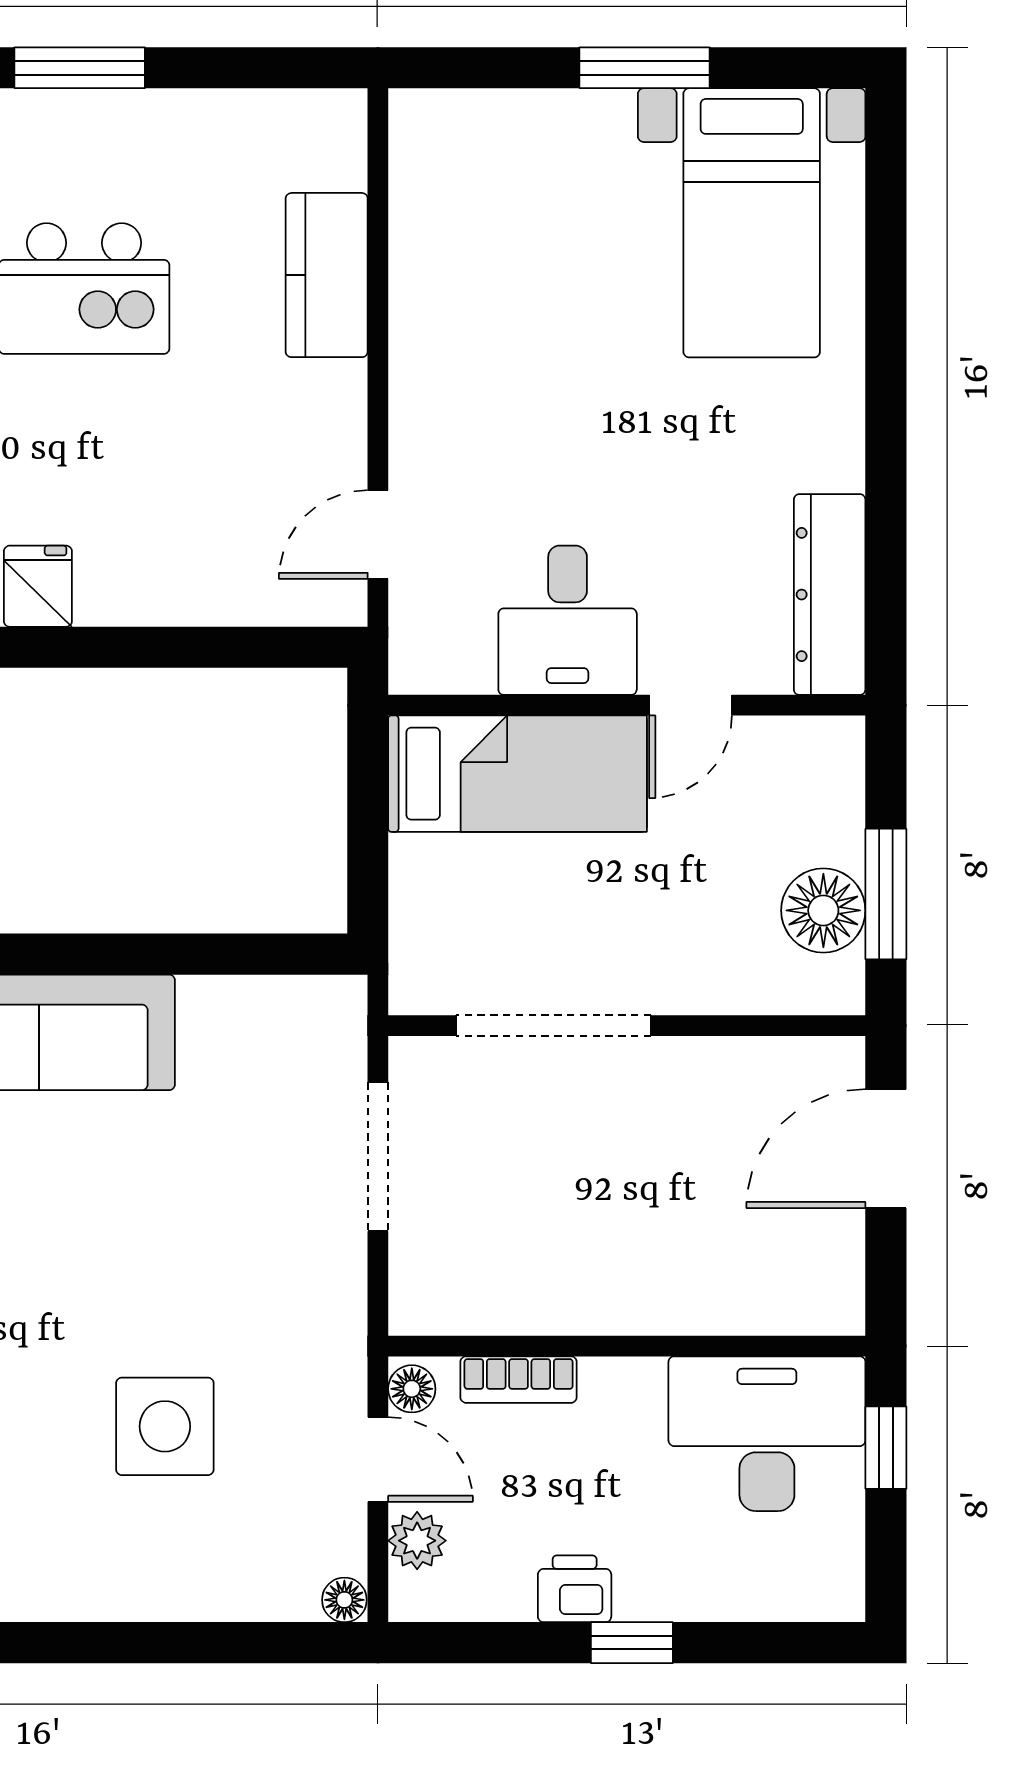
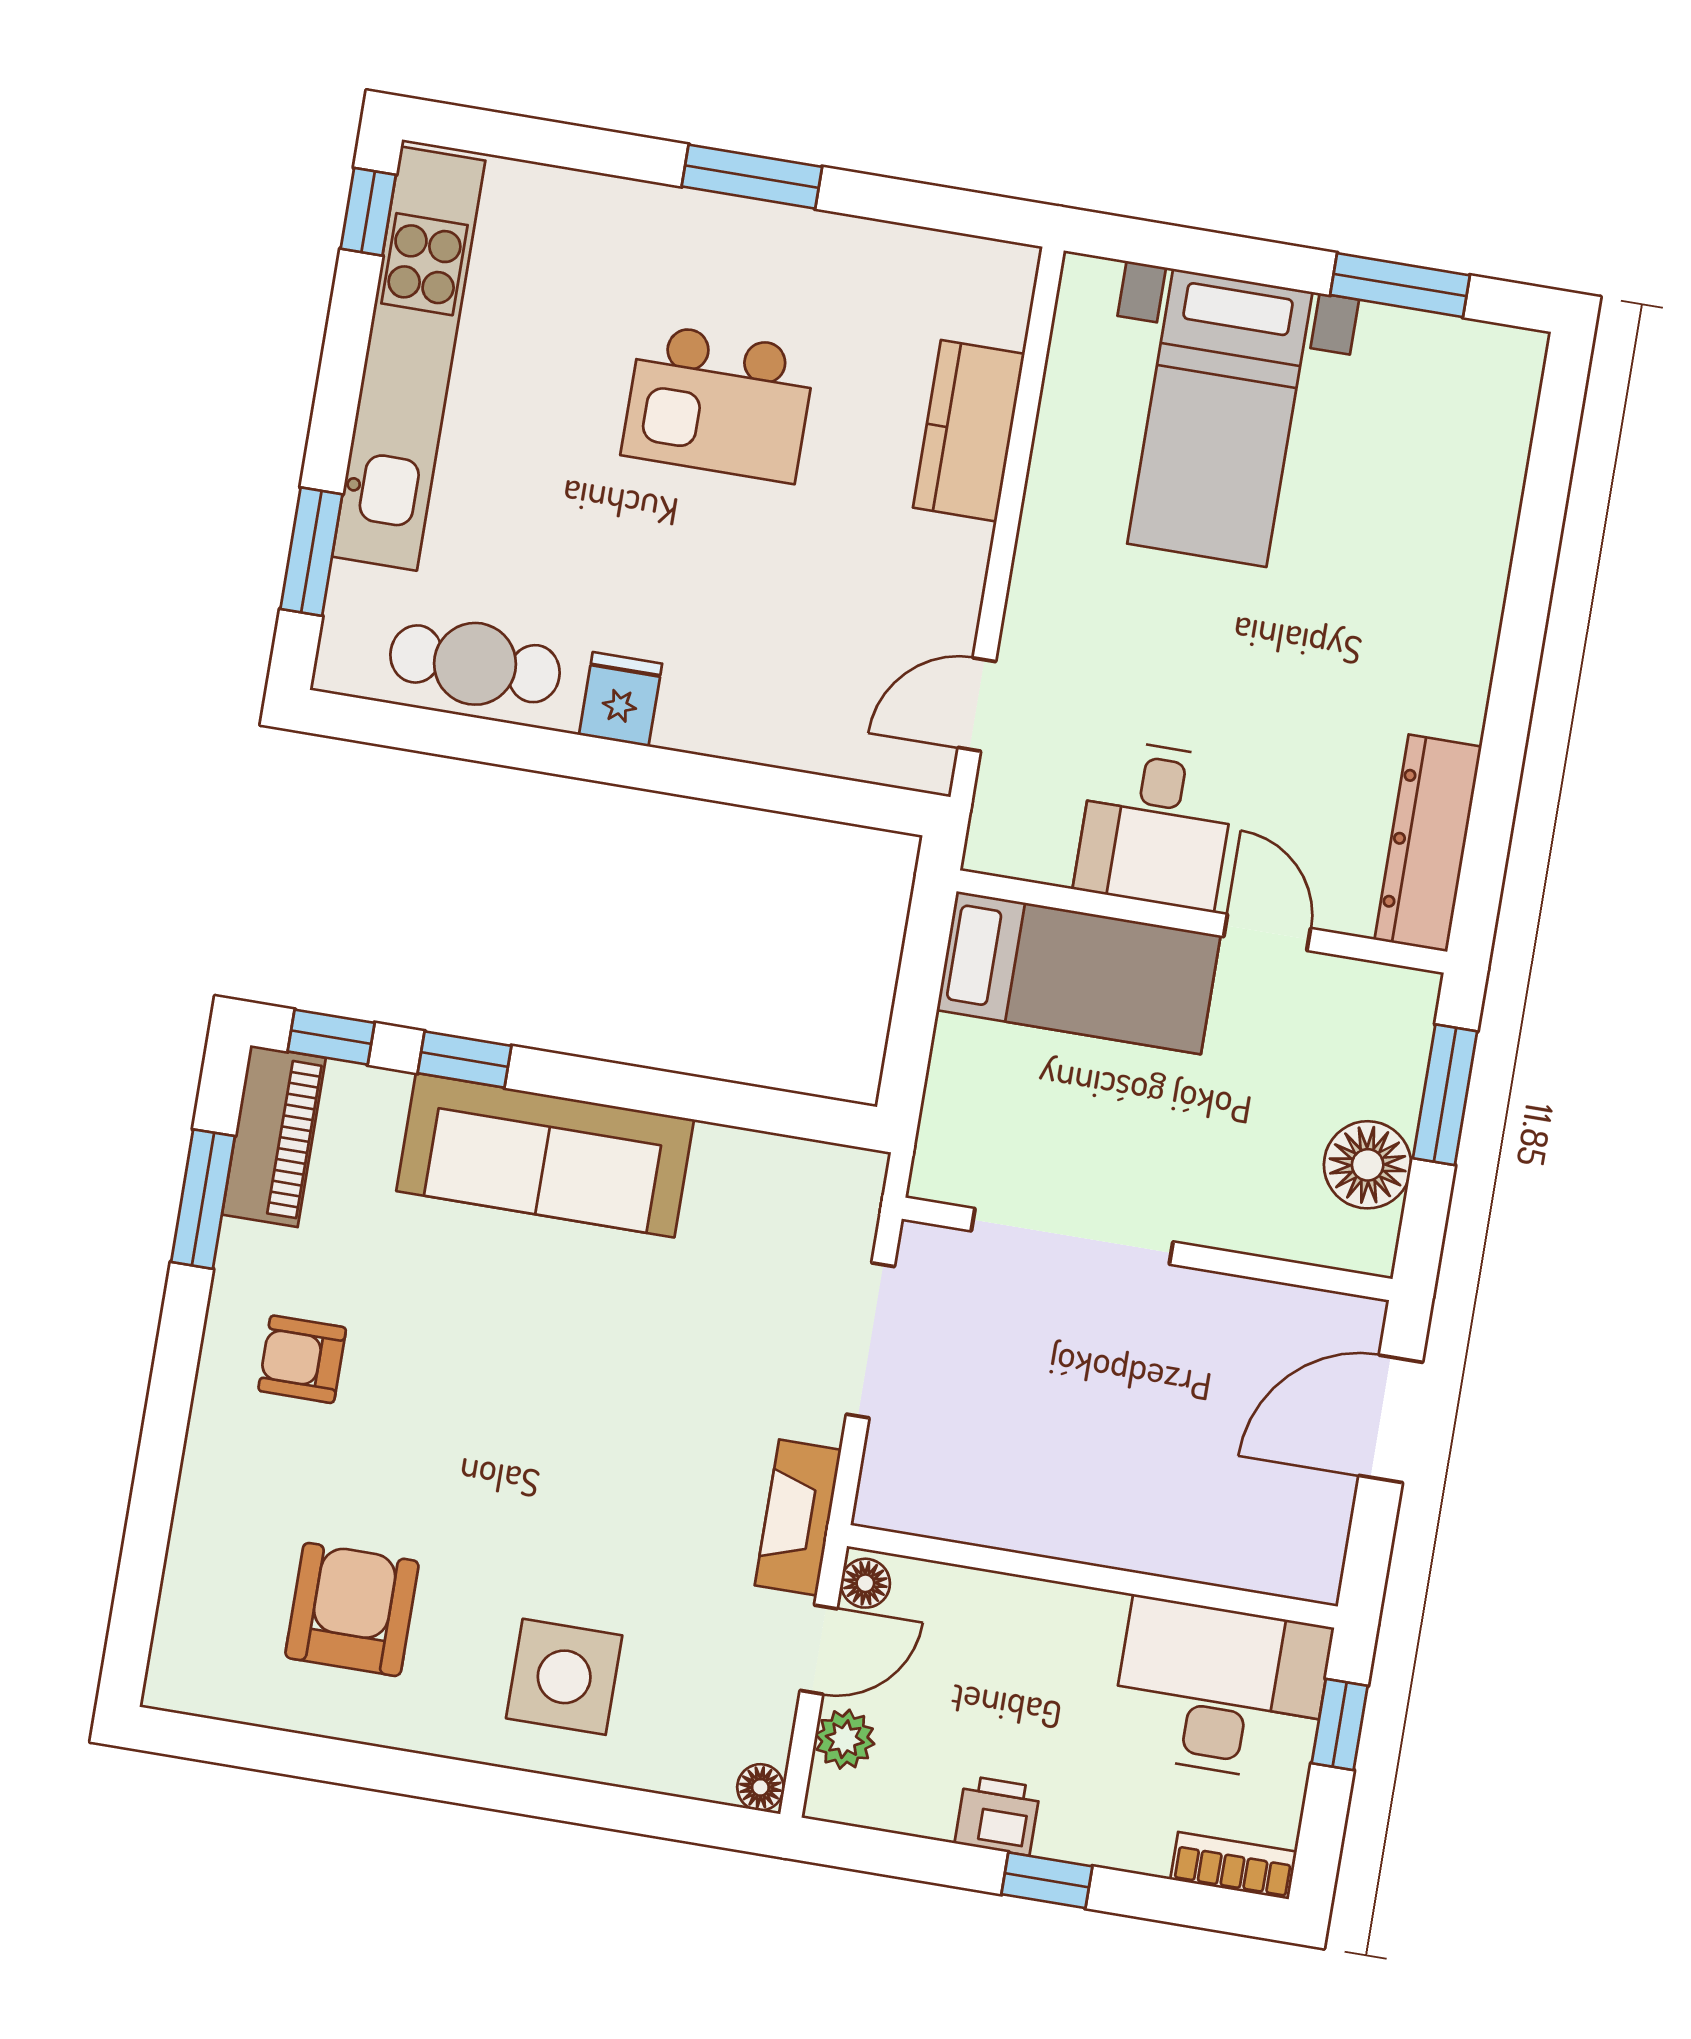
window: (645, 68) -> (1400, 285), moved
bed with nightstands: (752, 223) -> (1220, 418), moved
door: (691, 705) -> (1267, 932), swing flipped
window: (886, 894) -> (1445, 1095), moved
fireplace: (337, 1337) -> (798, 1518), added
bookcase: (519, 1380) -> (1233, 1866), moved, turned 180
side table: (165, 1426) -> (564, 1677), moved
door: (378, 1459) -> (819, 1650), hinge flipped

